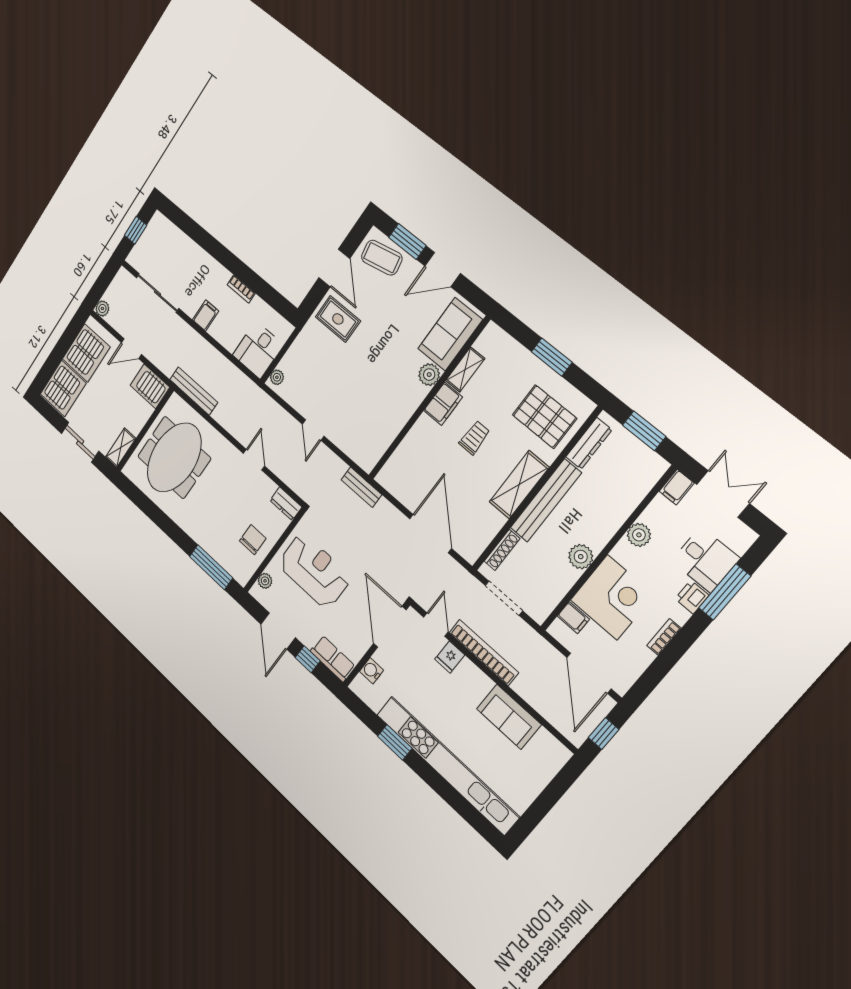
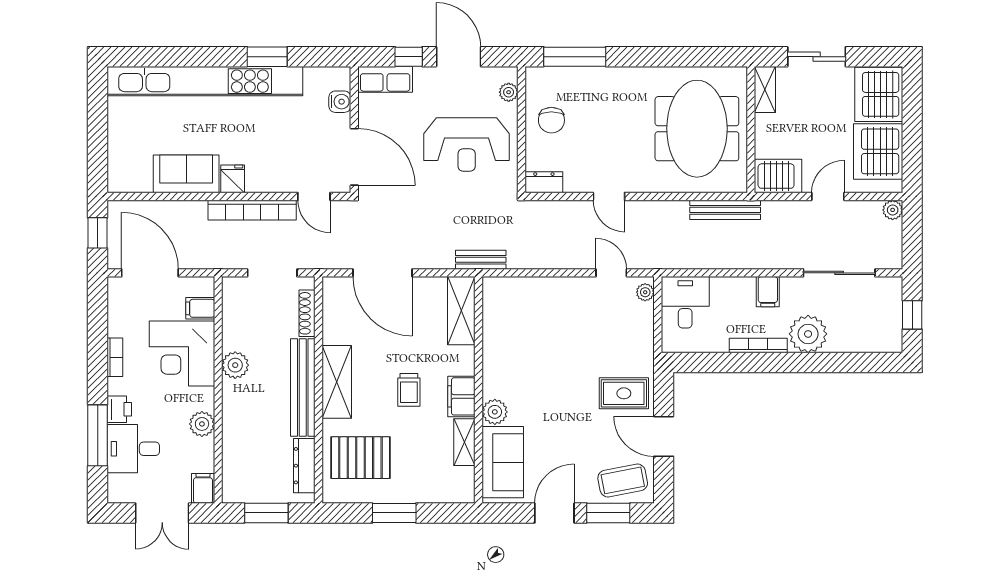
plant: (201, 267) -> (808, 334), added
bookcase: (241, 289) -> (758, 346), width x1.56
door: (313, 430) -> (611, 273), moved
shelving: (399, 463) -> (461, 311), added
fridge: (450, 657) -> (233, 179), moved

